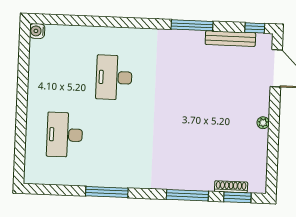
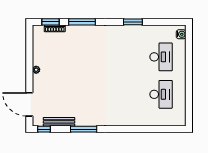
water cooler: (37, 31) -> (181, 34), moved
desk: (114, 77) -> (161, 94), moved
window: (107, 192) -> (133, 22), width x0.69

